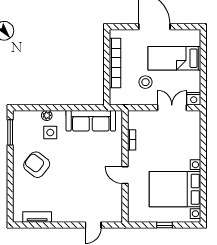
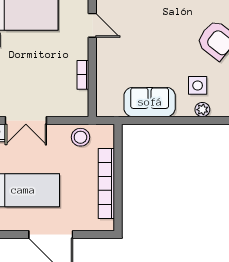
stool: (145, 82) -> (80, 137), moved
sofa: (91, 121) -> (150, 102), width x0.73

